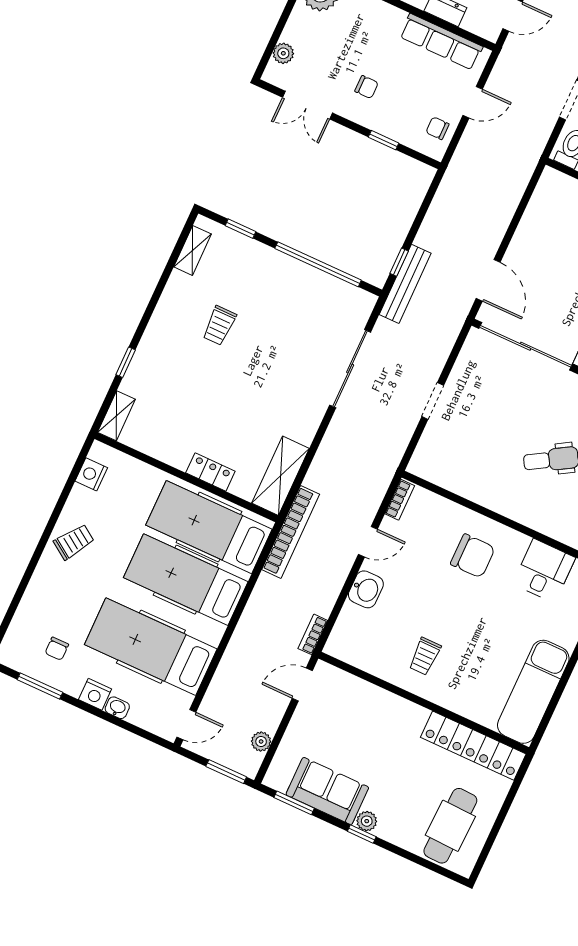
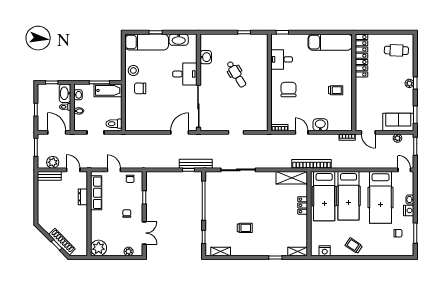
sofa: (327, 791) -> (398, 122), moved, turned 90
cafe table: (450, 826) -> (396, 50), width x0.73, depth x0.74

